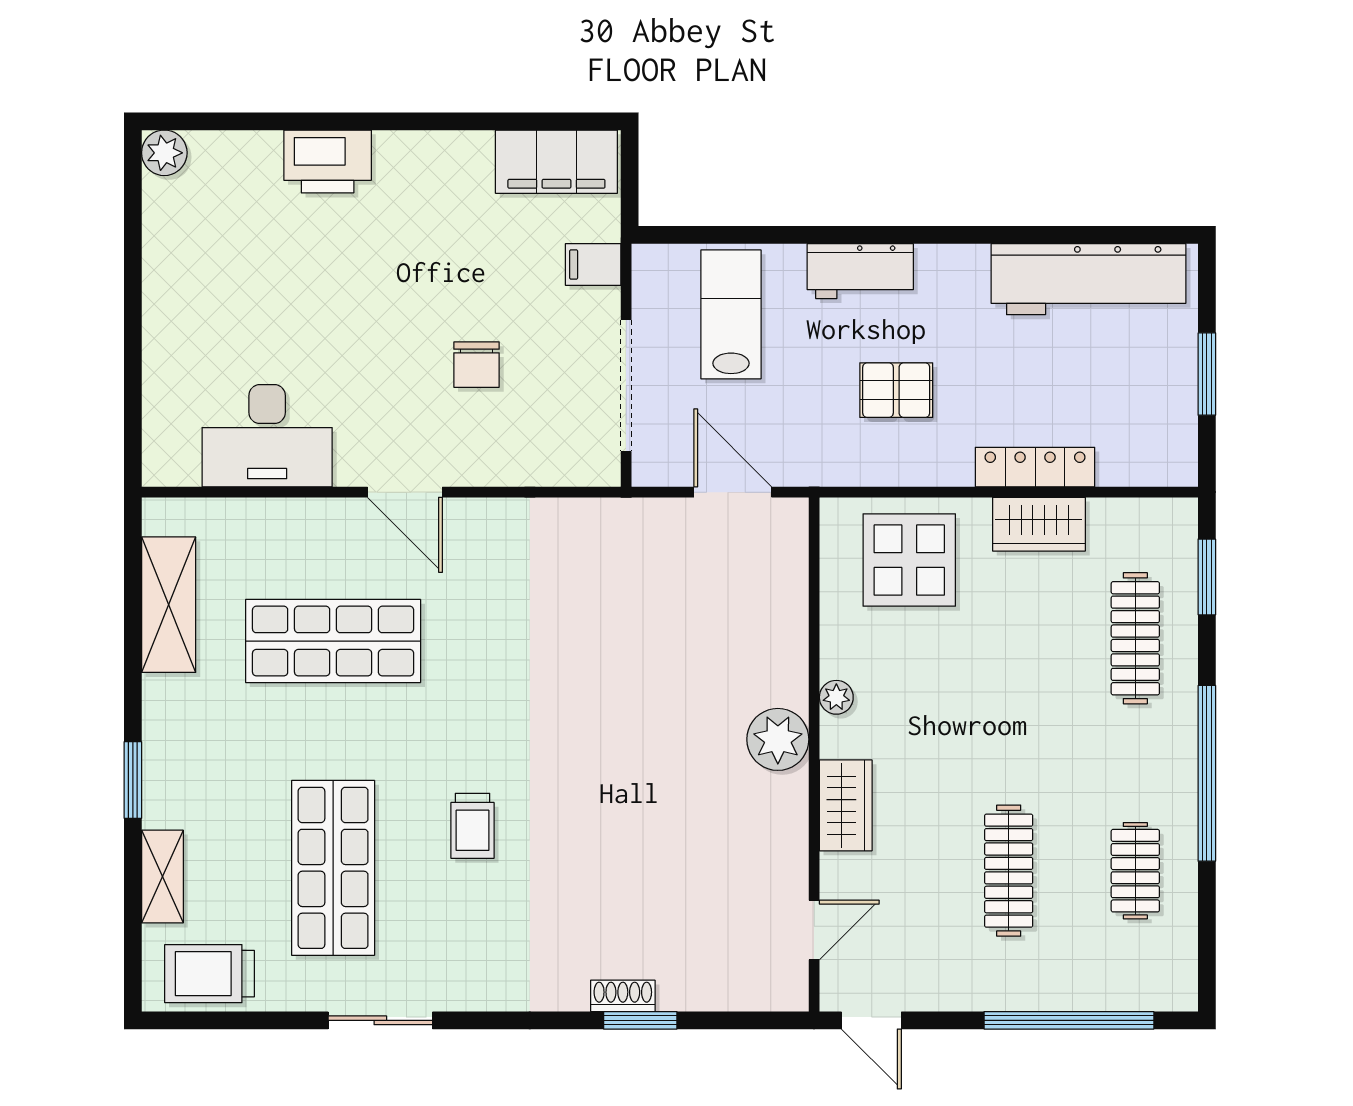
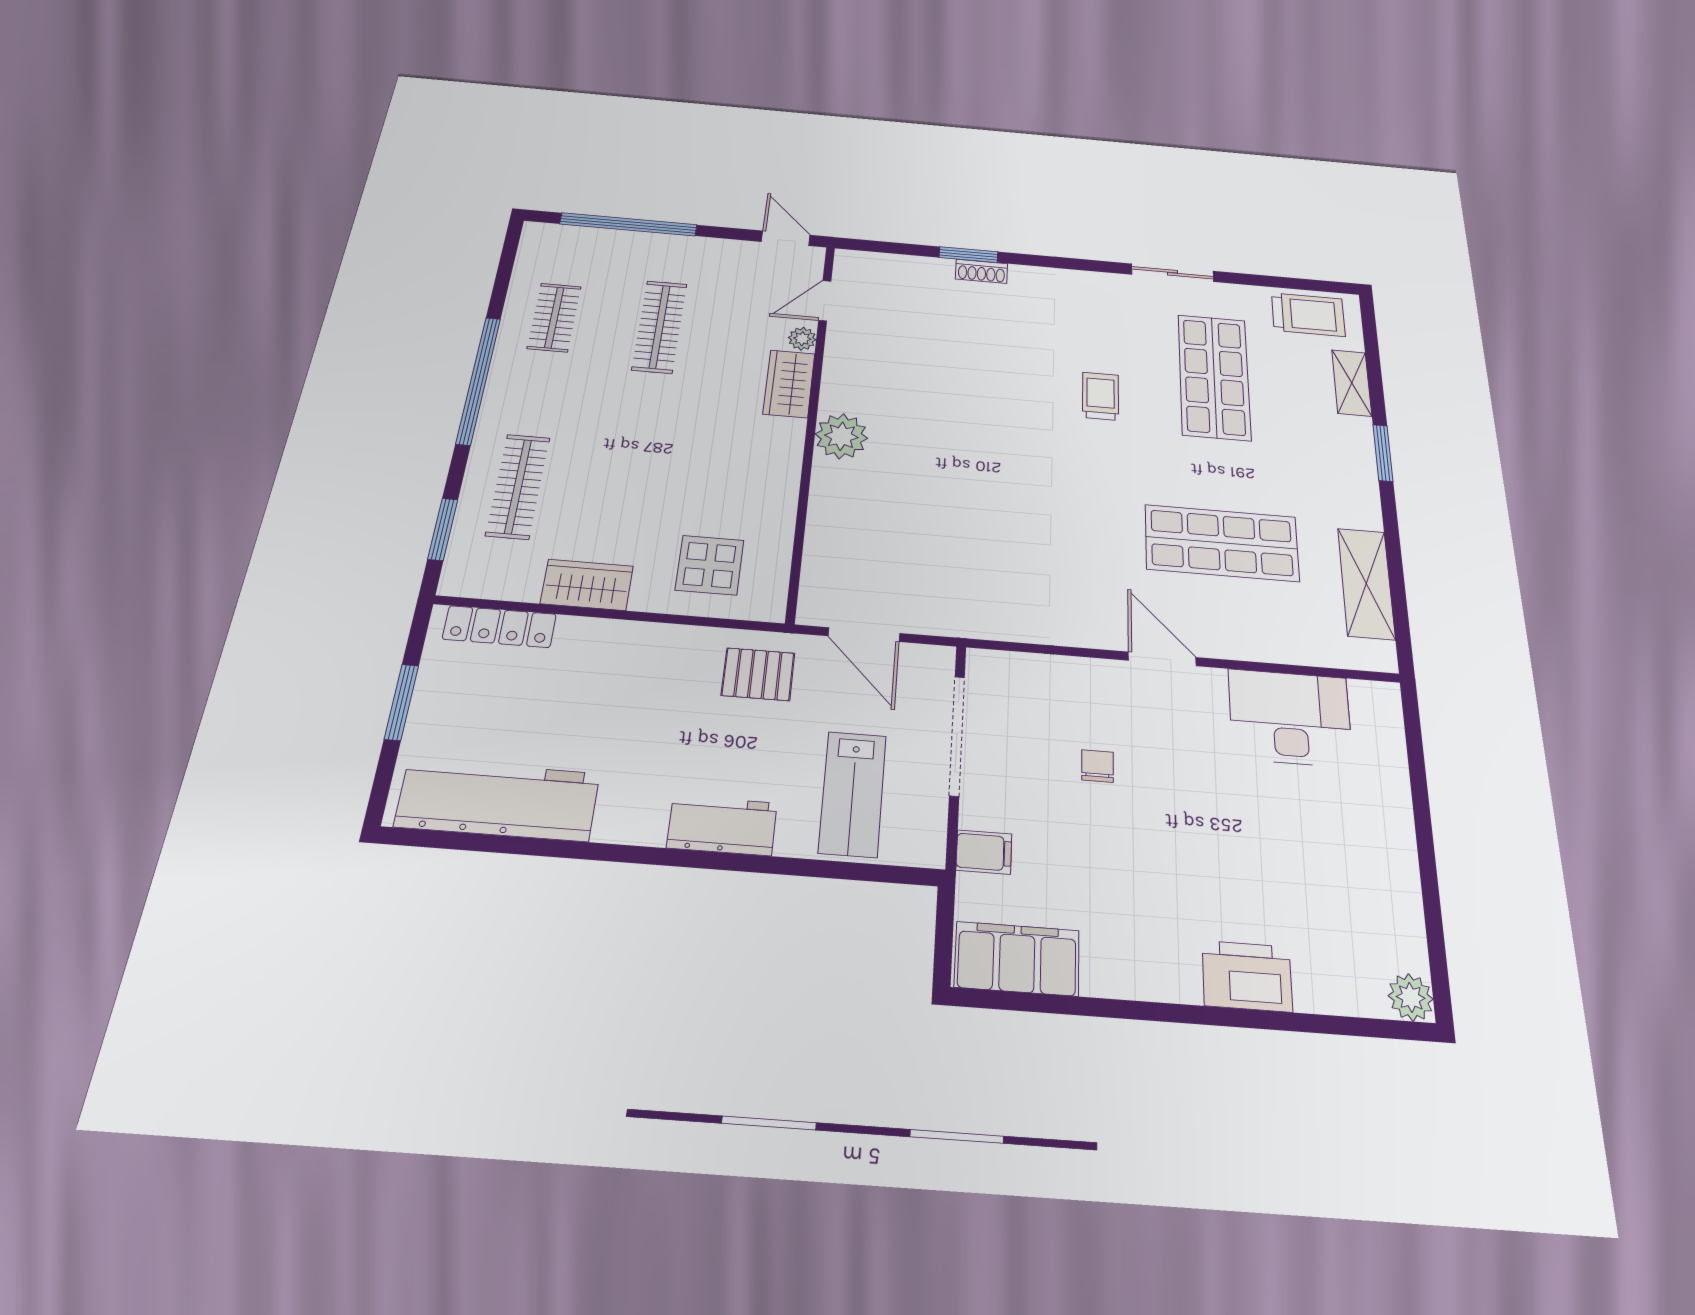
chair: (477, 365) -> (1097, 766), width x0.73, depth x0.73
pallet: (896, 390) -> (758, 674), moved
locker: (1035, 467) -> (499, 627), moved
display table: (909, 560) -> (710, 565), width x0.73, depth x0.73
plant: (836, 697) -> (802, 339), moved

